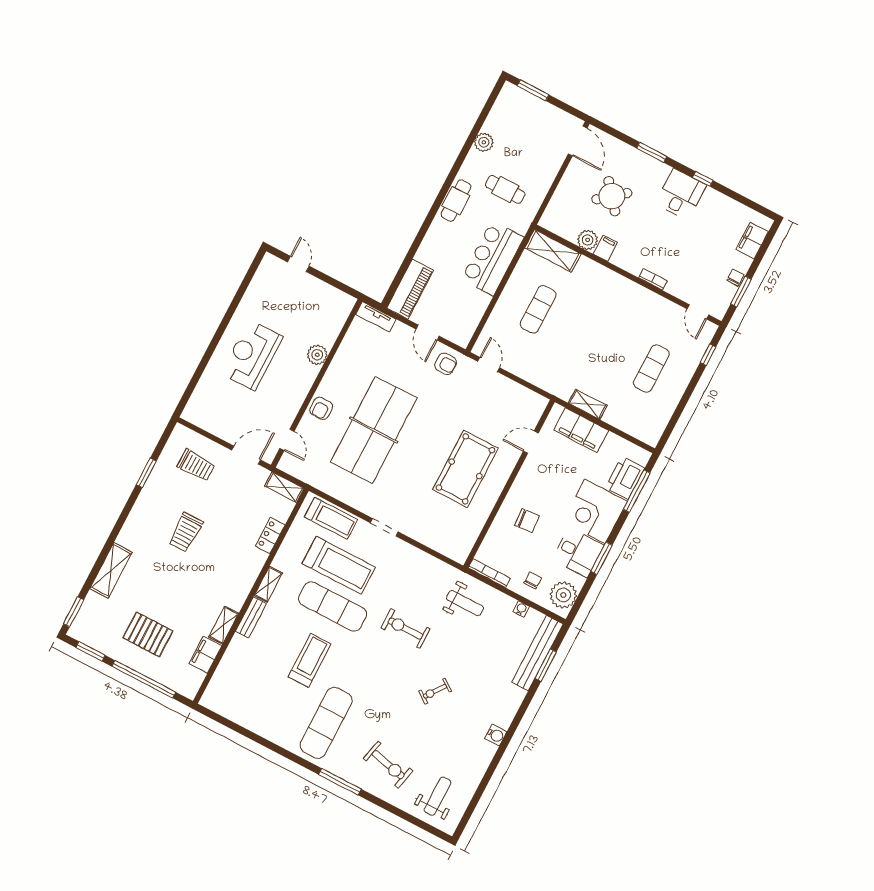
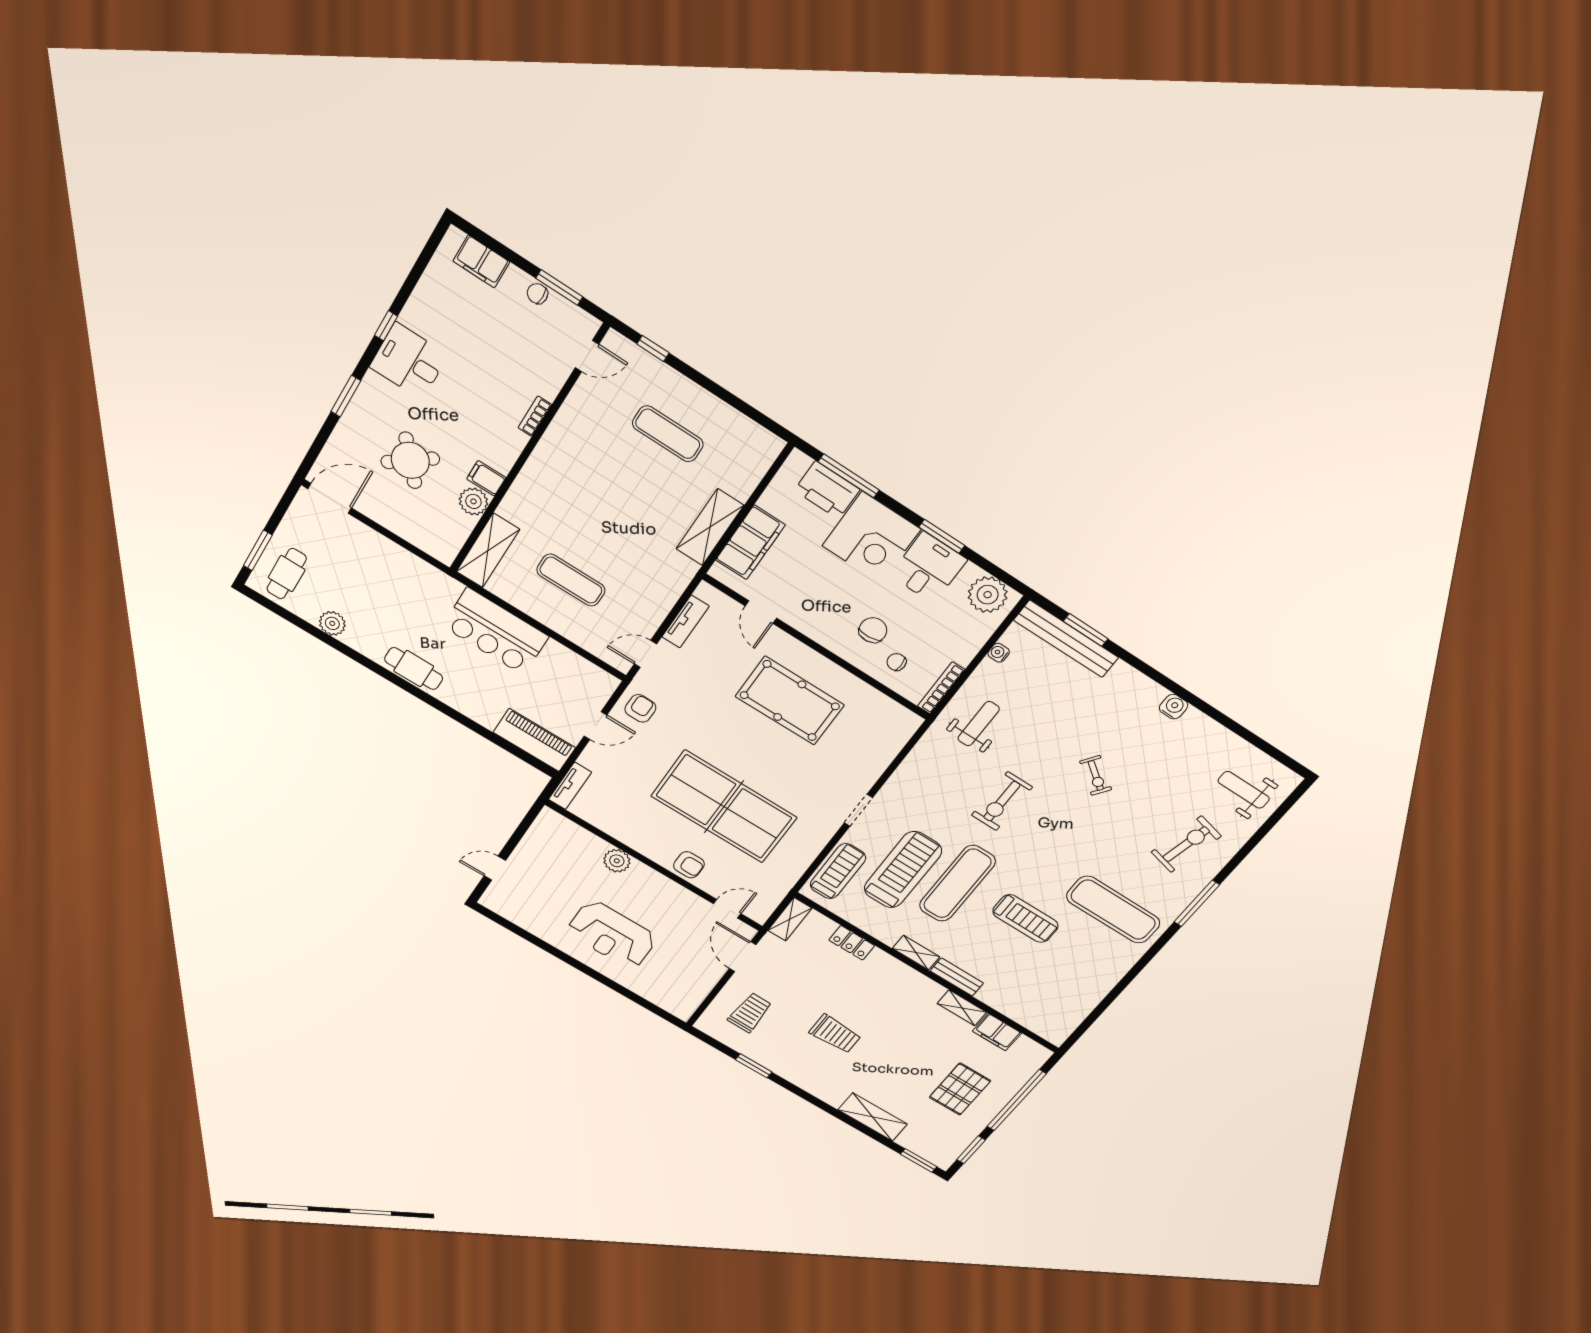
cafe table: (505, 189) -> (287, 574), moved
tv unit: (517, 391) -> (685, 622), added
shelving: (588, 404) -> (710, 527), width x1.50, depth x1.33
chair: (533, 580) -> (897, 662), moved
treadmill: (310, 660) -> (1025, 919), turned 180

